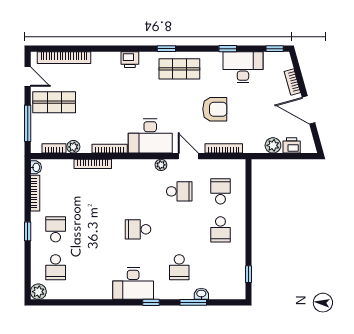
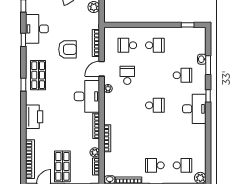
printer: (130, 60) -> (34, 117), width x1.87, depth x1.48
armchair: (215, 109) -> (67, 49), turned 90
school desk: (138, 229) -> (155, 105), turned -90

